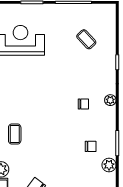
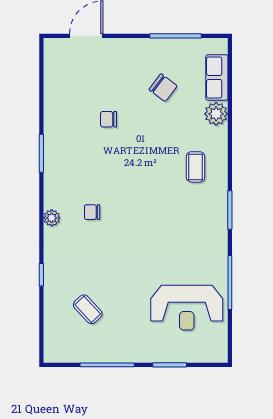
chair: (91, 146) -> (109, 119), moved
plant: (109, 165) -> (54, 120), removed

